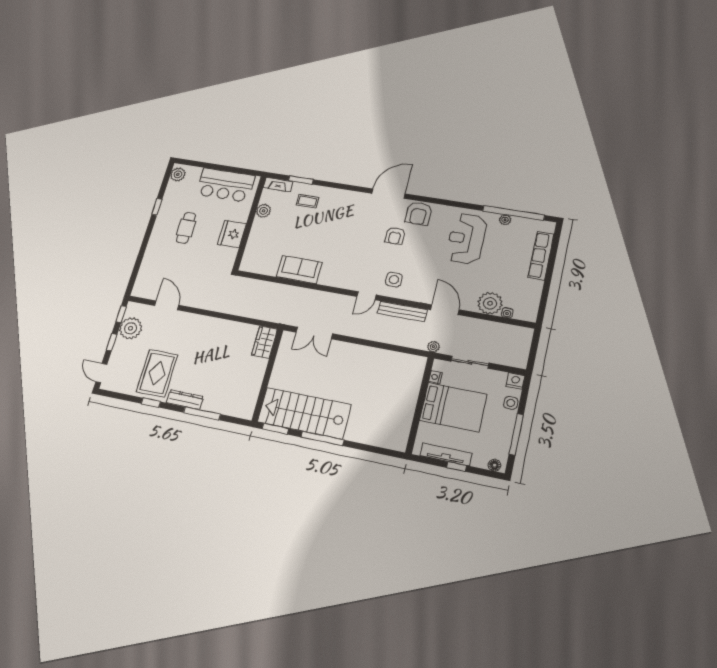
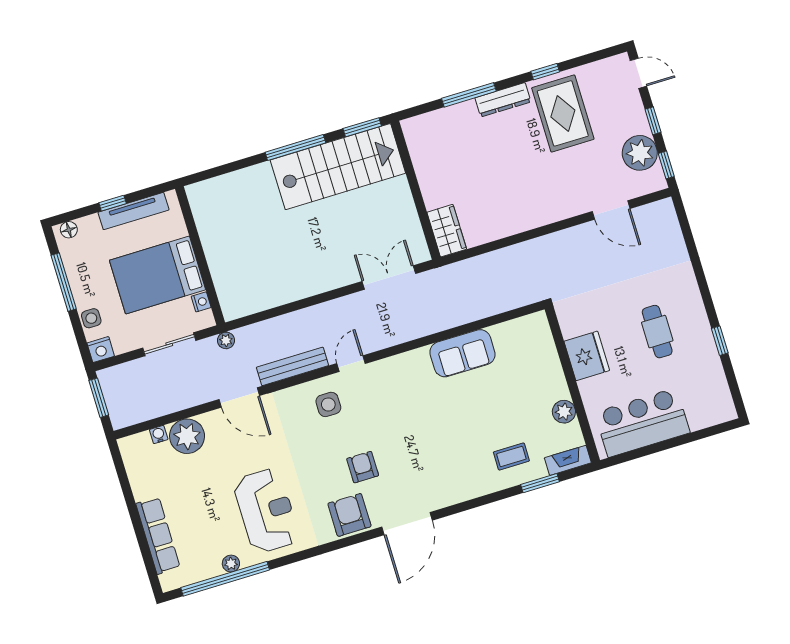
plant: (178, 174) -> (722, 404), removed
window: (533, 353) -> (99, 398), added

